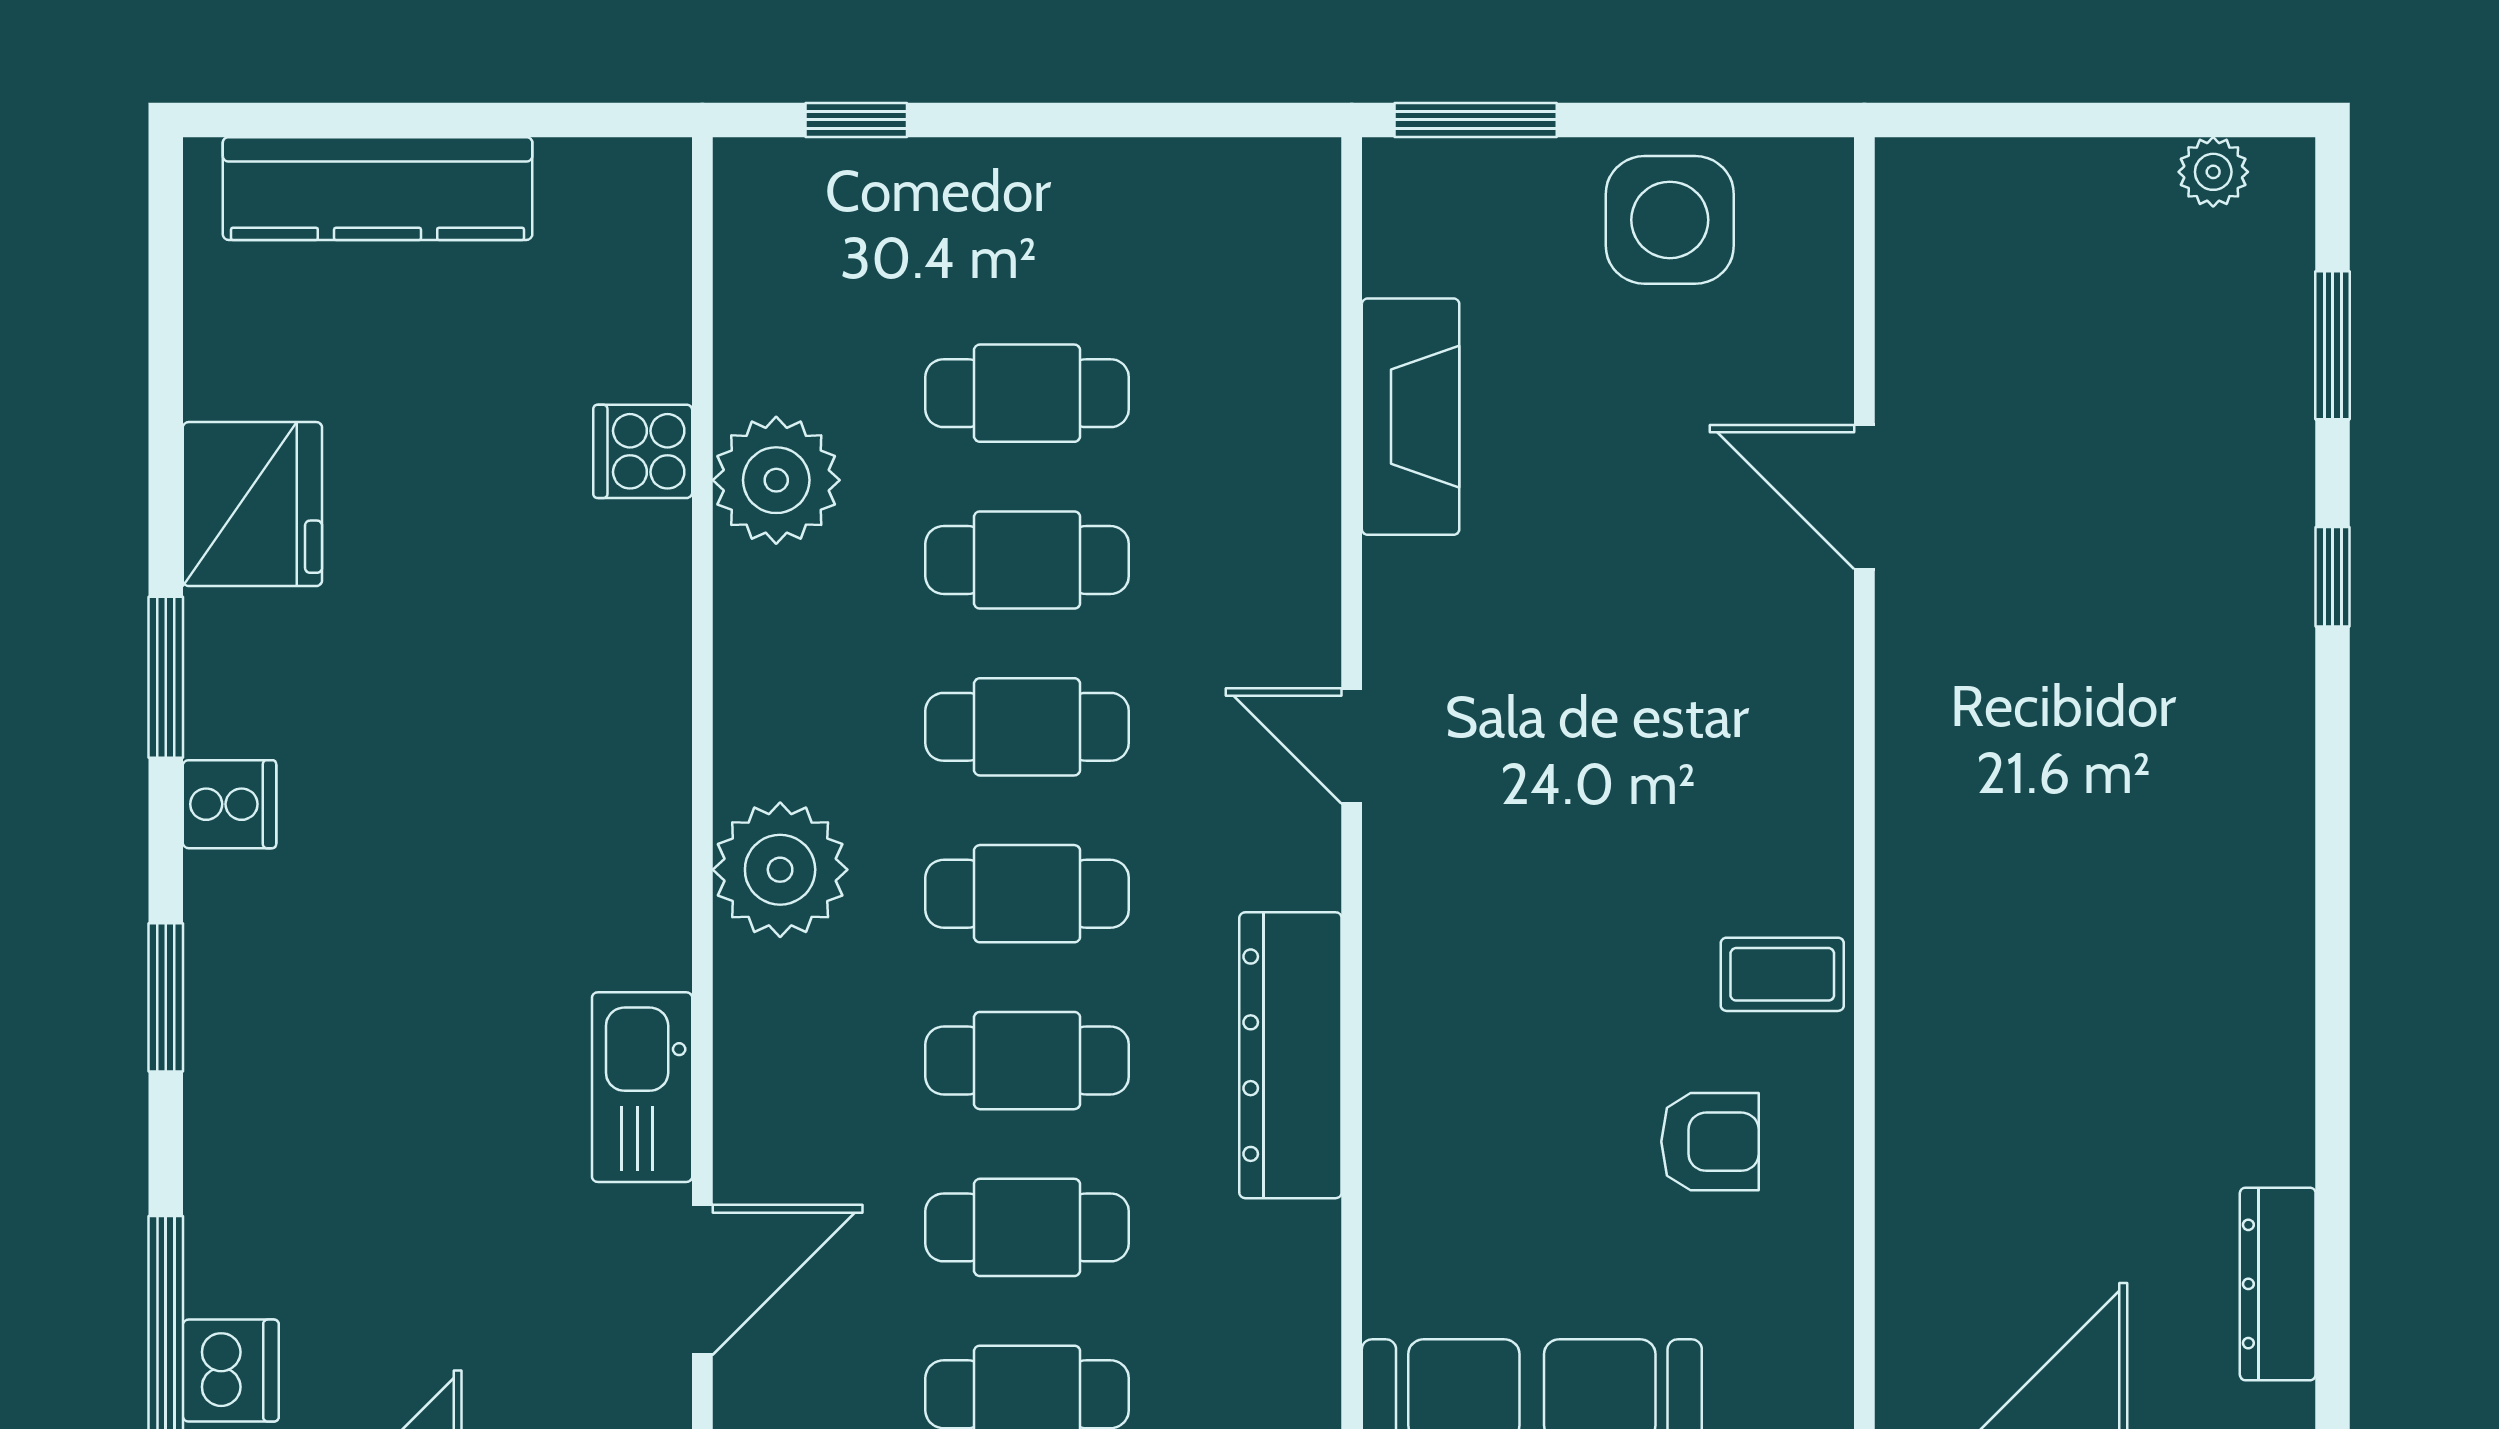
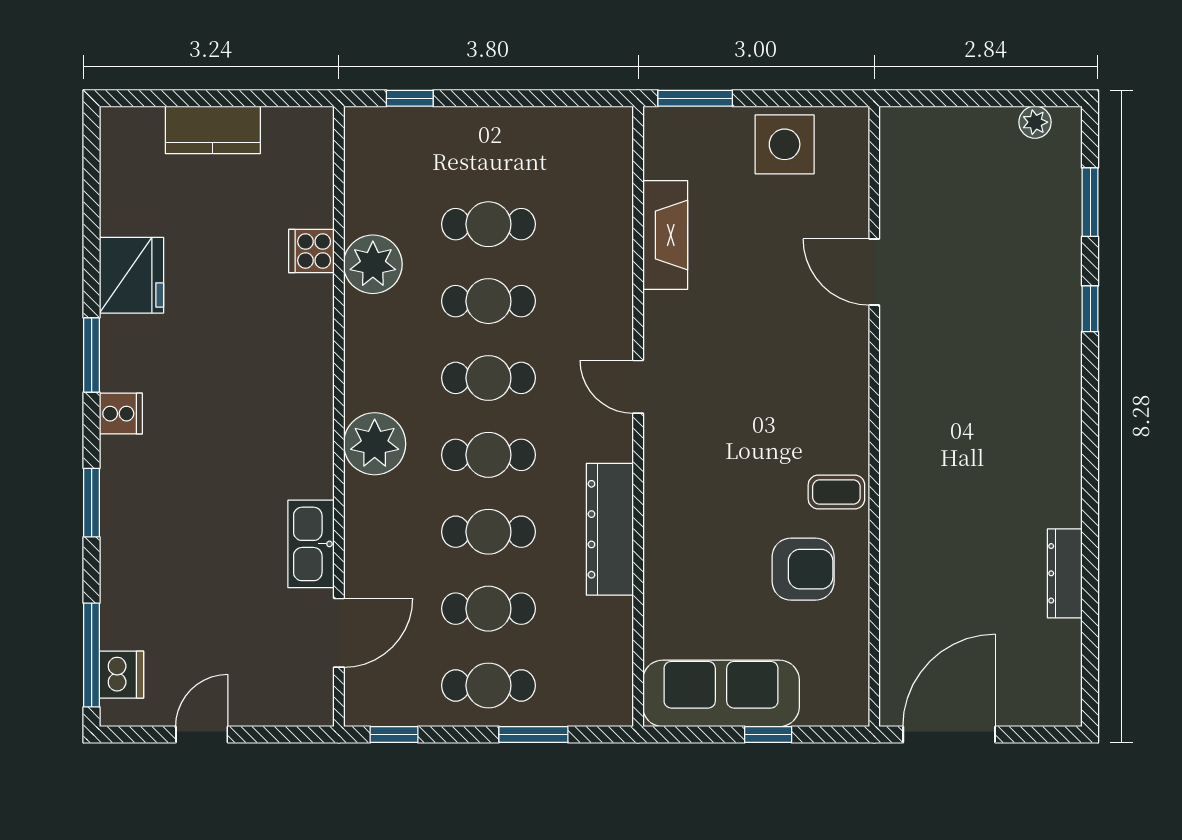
kitchen counter: (378, 189) -> (213, 130), width x0.67
armchair: (1710, 1142) -> (803, 569), width x1.38, depth x1.38
dresser: (2278, 1284) -> (1065, 573), moved

